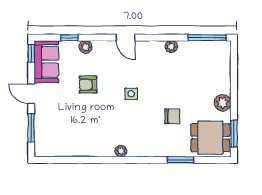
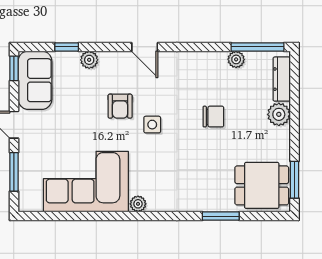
plant: (171, 47) -> (236, 59), moved
dresser: (225, 61) -> (282, 79), added
armchair: (88, 85) -> (120, 106), moved, turned -90
plant: (223, 103) -> (279, 114), moved
chair: (172, 116) -> (213, 117), moved
corner sofa: (83, 135) -> (86, 182), added

